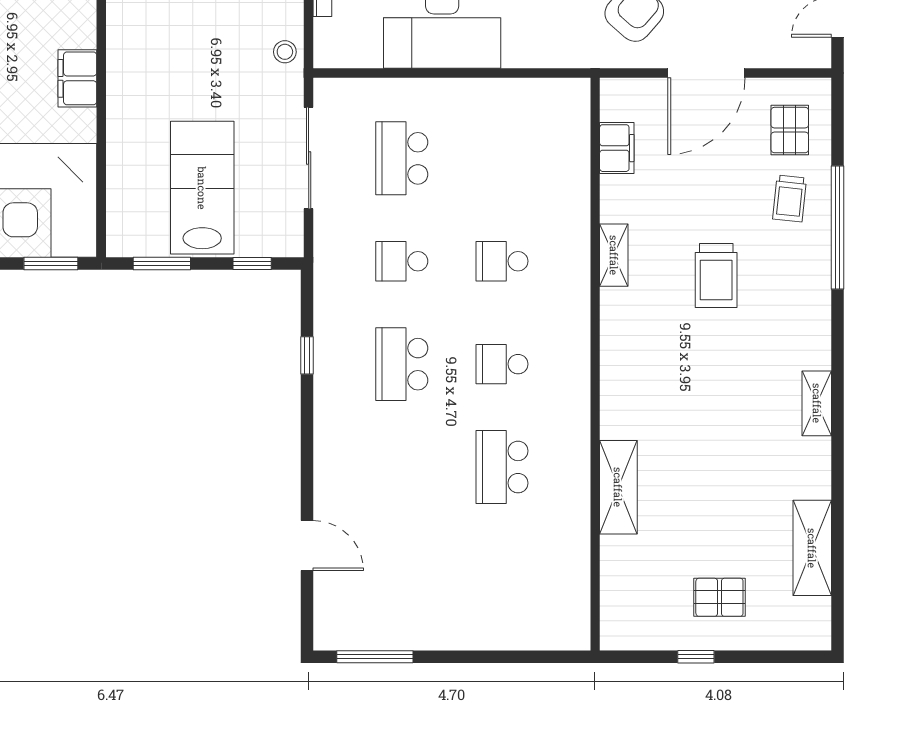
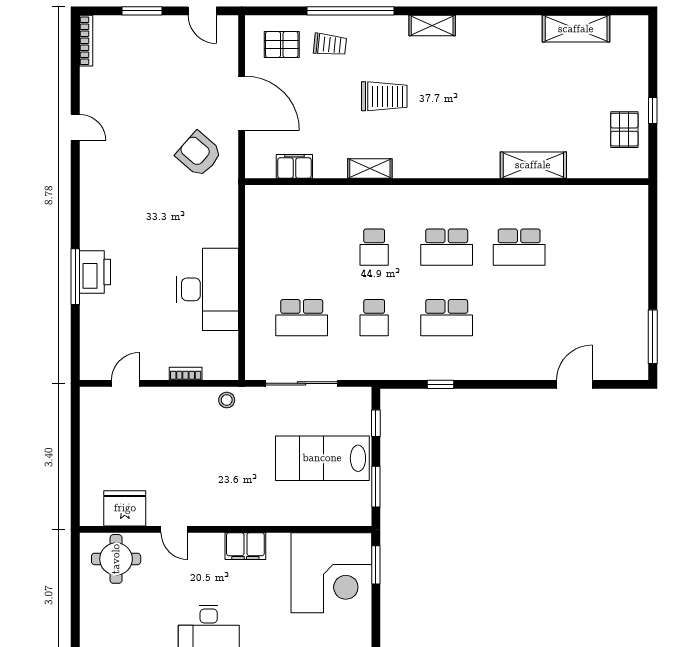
school desk: (502, 364) -> (447, 247), width x1.85
shelving: (817, 403) -> (432, 25), moved
pallet: (719, 597) -> (624, 130), moved

